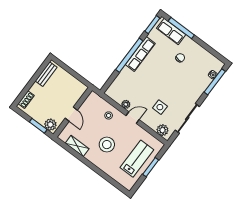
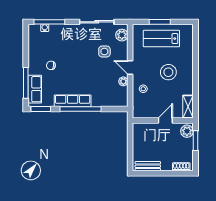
shelving: (77, 146) -> (188, 107), moved

